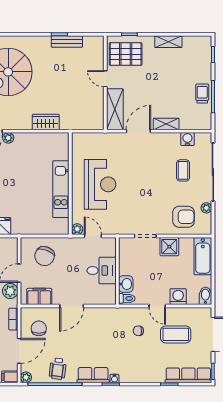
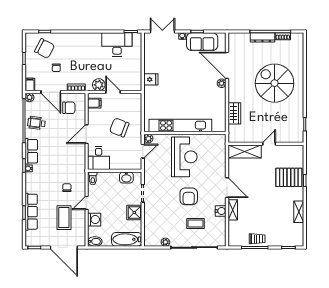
bench: (67, 42) -> (299, 130), removed
pallet: (126, 54) -> (289, 177), turned 90
door: (105, 79) -> (269, 144), moved
wall: (105, 83) -> (266, 144), moved
shelving: (115, 109) -> (245, 151), moved
water cooler: (187, 139) -> (221, 211), moved
reception desk: (100, 184) -> (184, 157), turned -90
kitchen unit: (61, 189) -> (180, 125), width x1.36
armchair: (184, 217) -> (189, 196), moved
chair: (45, 256) -> (119, 127), moved
desk: (102, 271) -> (99, 158), moved
washbasin: (126, 284) -> (126, 178), moved
filing cabinet: (39, 296) -> (94, 103), width x0.50
door: (72, 306) -> (87, 134), hinge flipped
row of seats: (188, 375) -> (31, 212), moved

